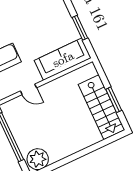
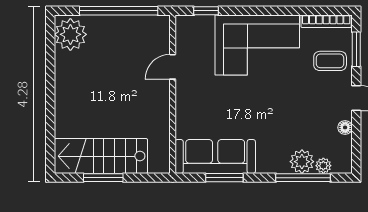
sofa: (63, 59) -> (215, 156), moved, turned -90

